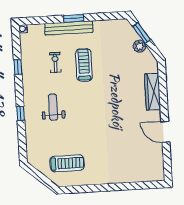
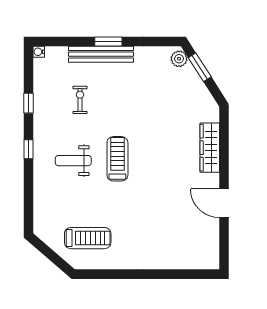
plant: (139, 46) -> (179, 59), moved
treadmill: (84, 65) -> (117, 159), moved
weight bench: (53, 107) -> (73, 161), turned -90
window: (21, 113) -> (29, 149), moved

